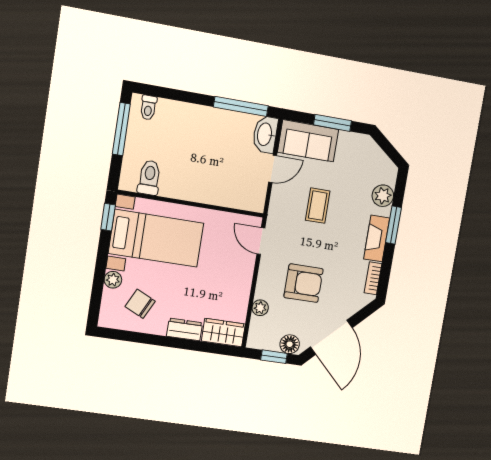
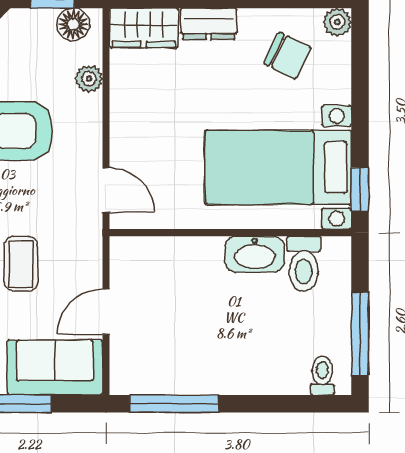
washbasin: (265, 134) -> (255, 254), moved, turned 90
plant: (113, 280) -> (337, 22), moved
floor lamp: (290, 344) -> (73, 24), moved

